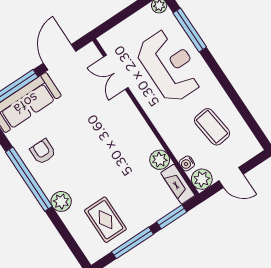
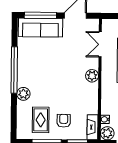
armchair: (43, 152) -> (64, 121), moved
plant: (160, 160) -> (92, 76), moved

